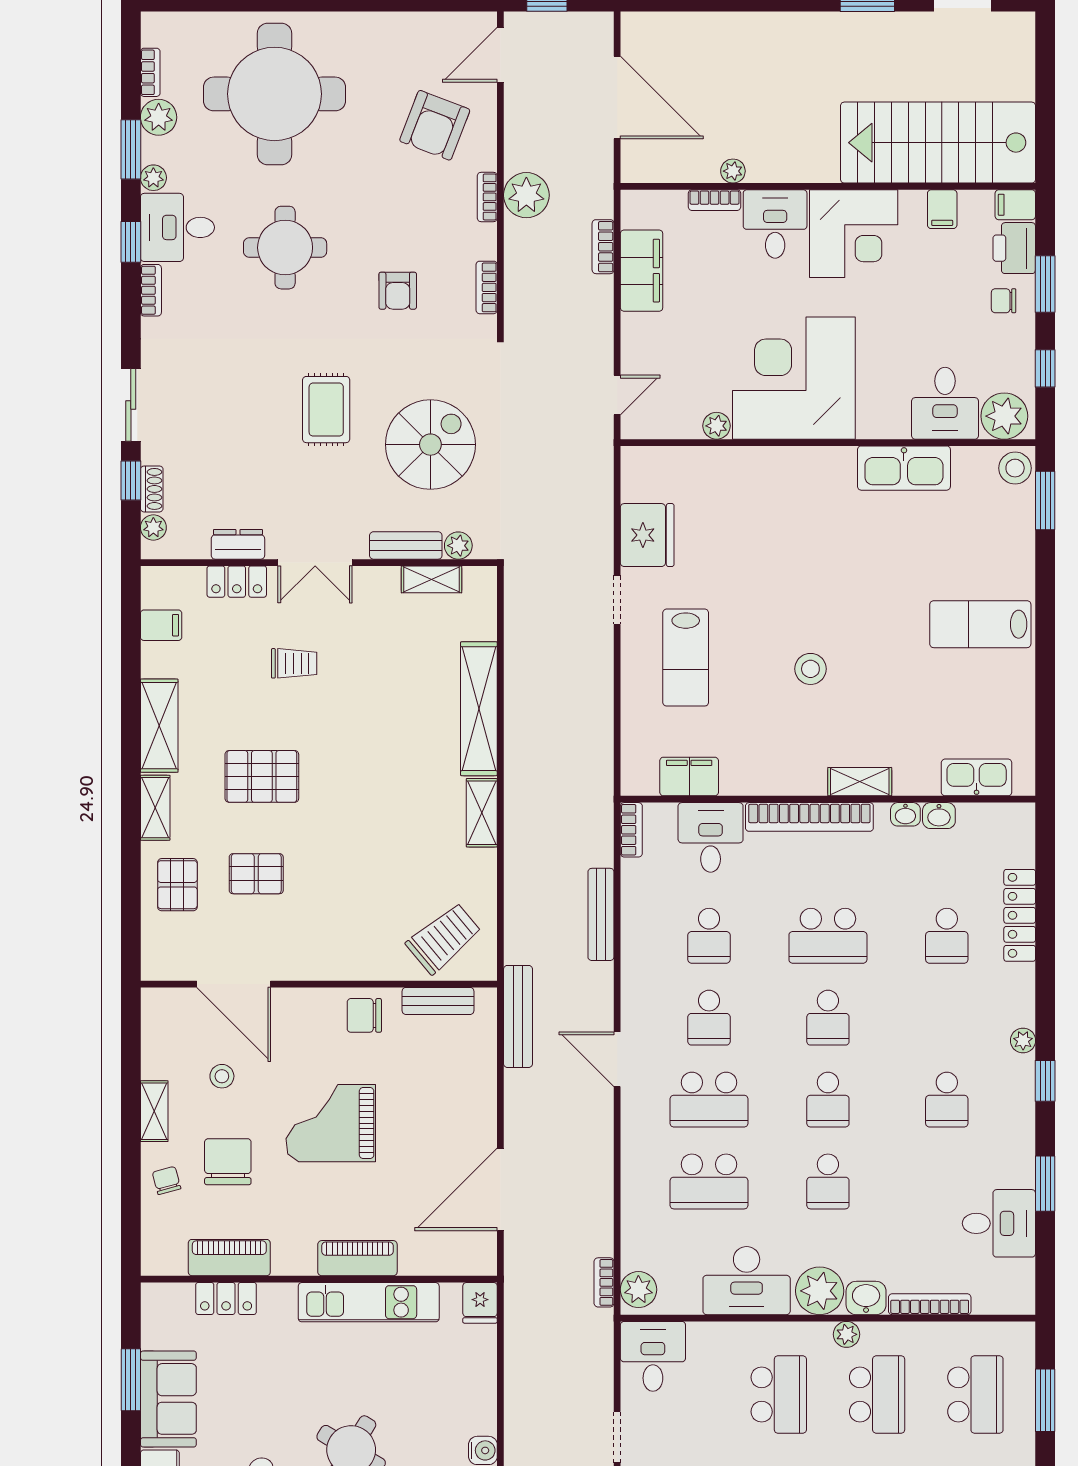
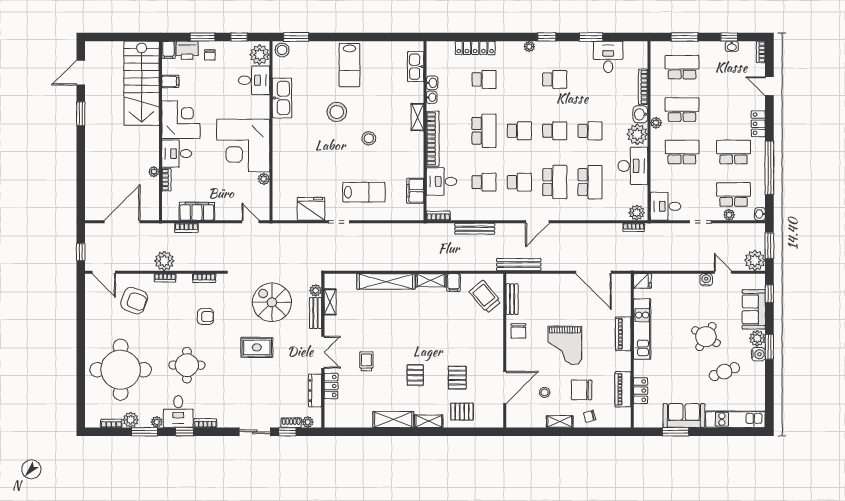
dresser: (238, 544) -> (315, 390), width x1.44
stool: (871, 595) -> (337, 112), added
filing cabinet: (161, 625) -> (453, 282), moved, turned 180
pallet: (262, 776) -> (415, 375), width x0.67, depth x0.71

